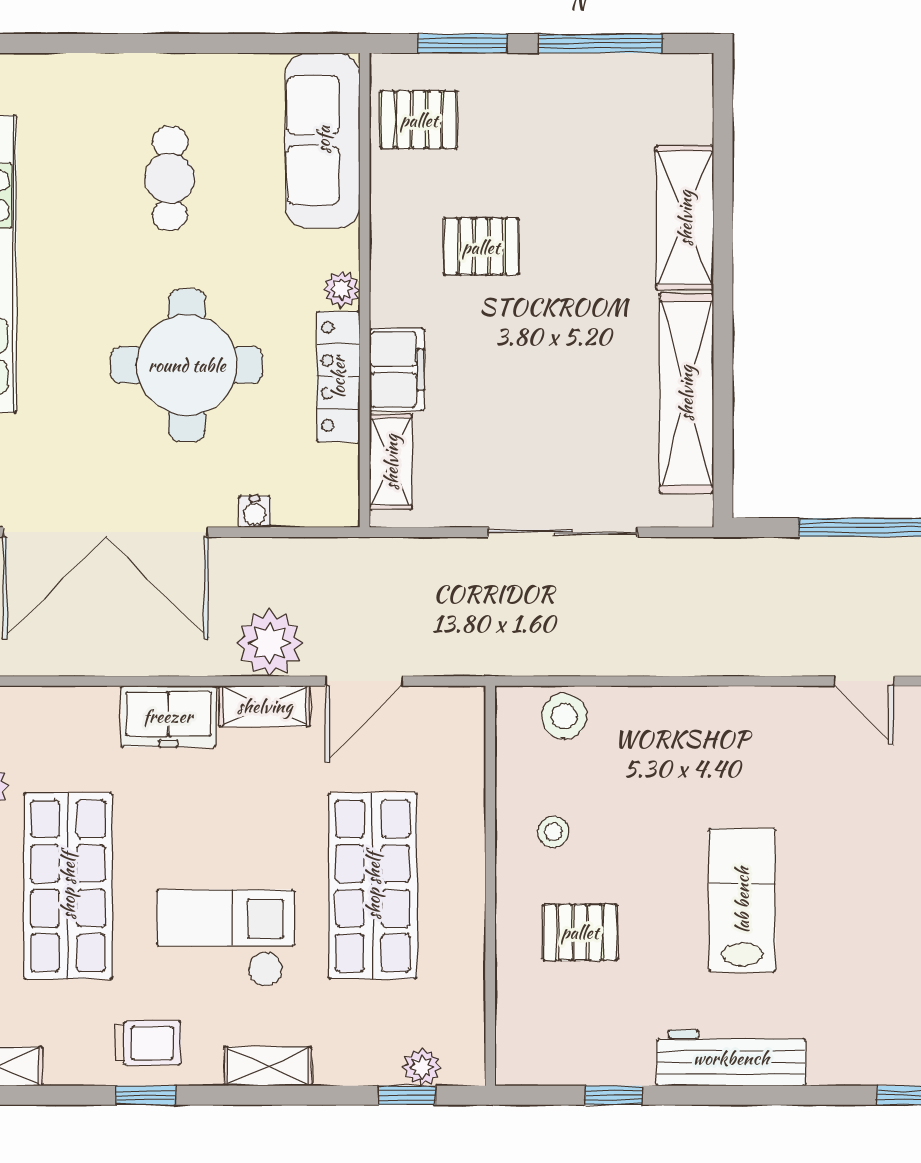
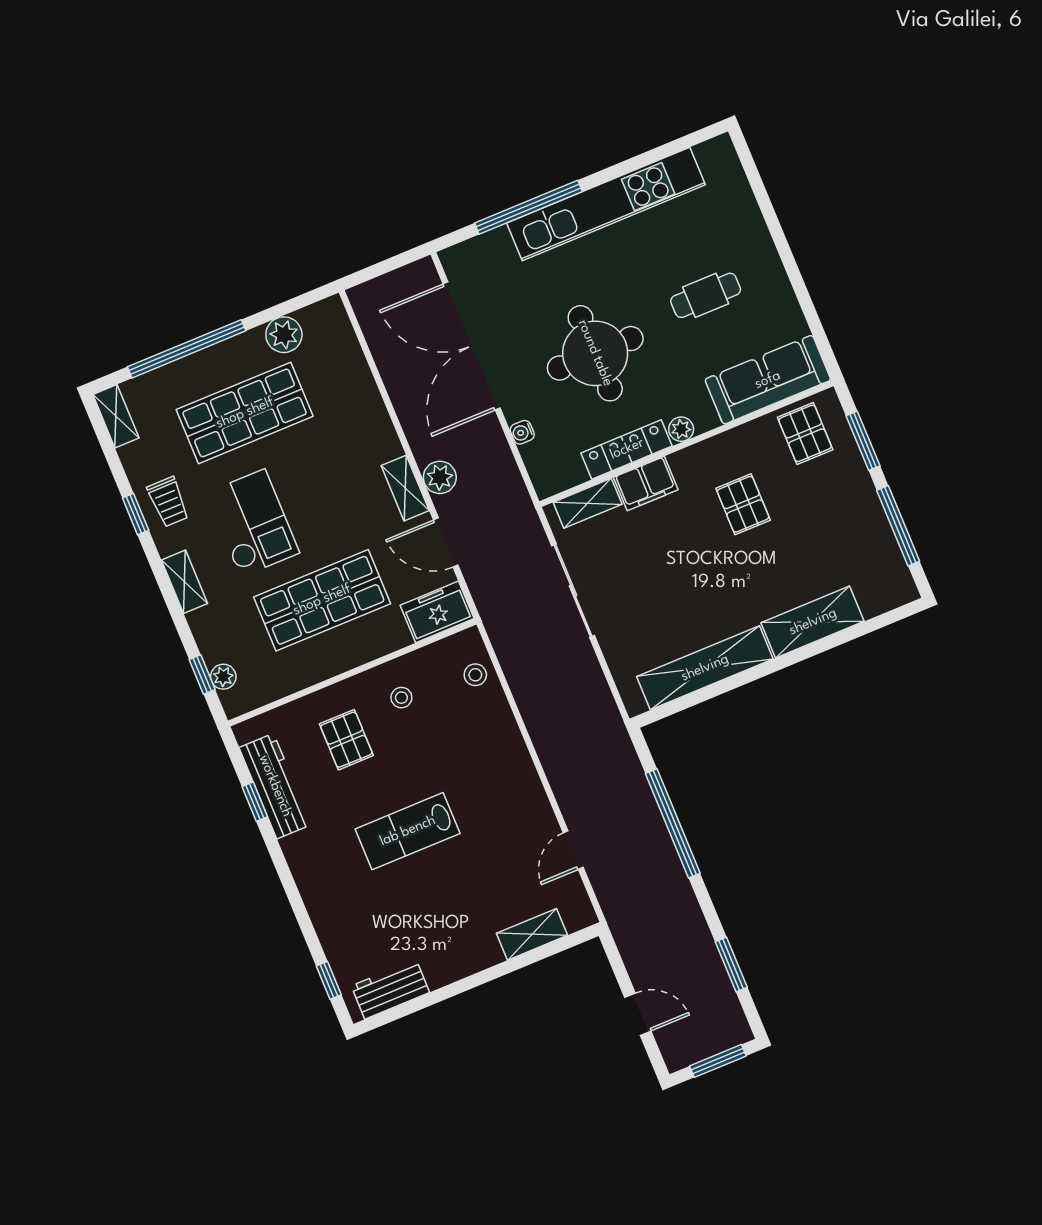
sliding door: (563, 532) -> (573, 591), moved
plant: (270, 643) -> (440, 477), width x0.73, depth x0.73
freezer: (168, 716) -> (437, 612), moved, turned 90
stool: (564, 716) -> (475, 675), width x0.73, depth x0.73
lab bench: (742, 900) -> (408, 831), turned 180
workbench: (731, 1058) -> (275, 786), moved

